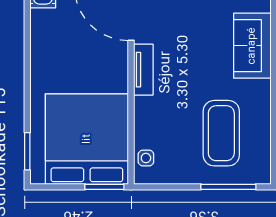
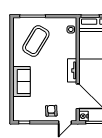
coffee table: (221, 133) -> (36, 41), turned 31

